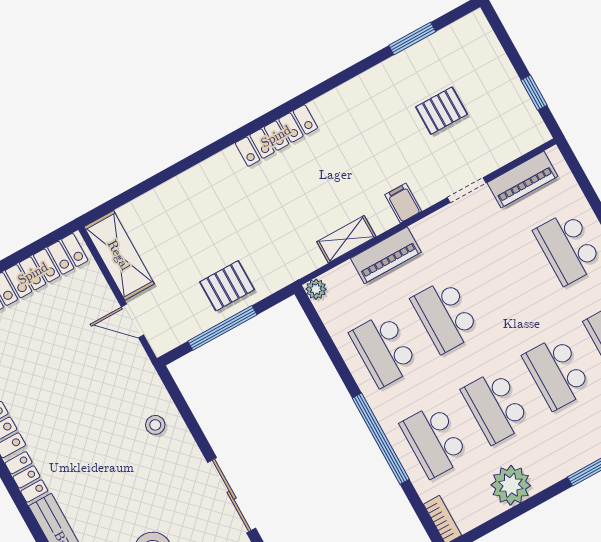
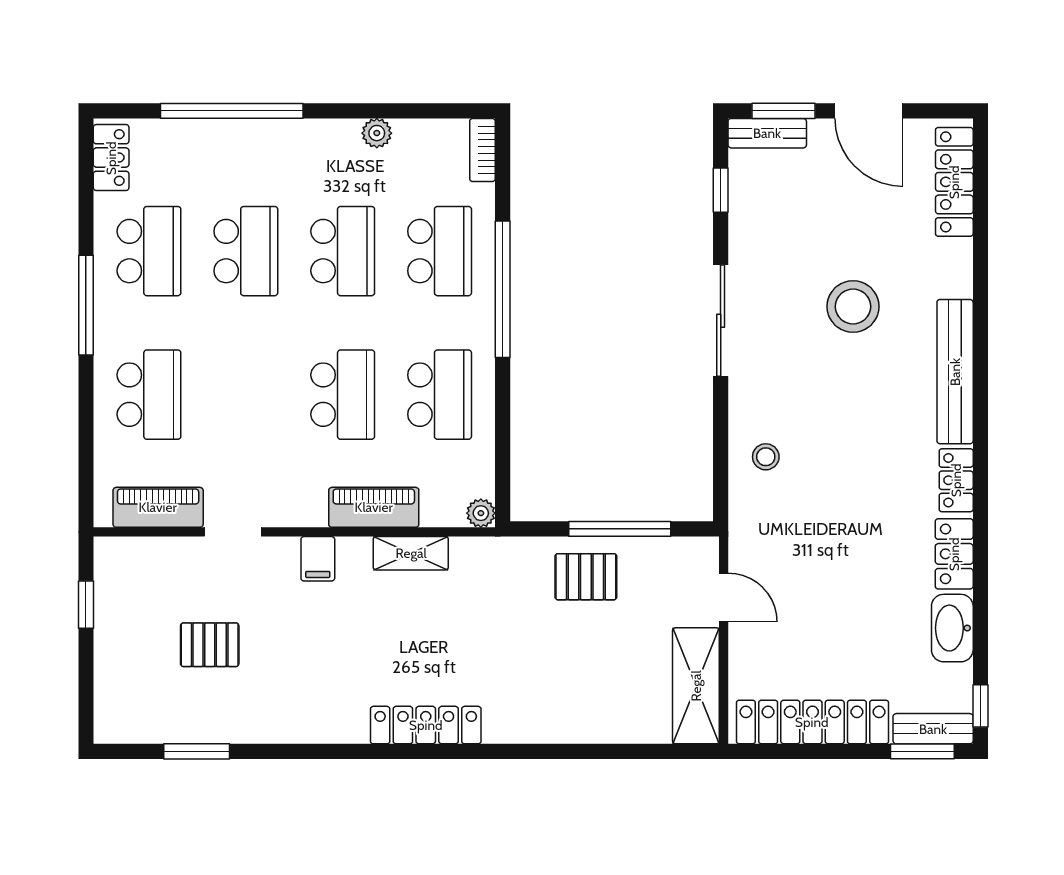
plant: (511, 485) -> (377, 133), width x0.53, depth x0.53

